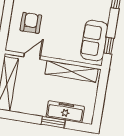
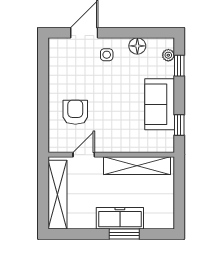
sofa: (94, 41) -> (160, 104), moved
freezer: (65, 112) -> (120, 218), moved

